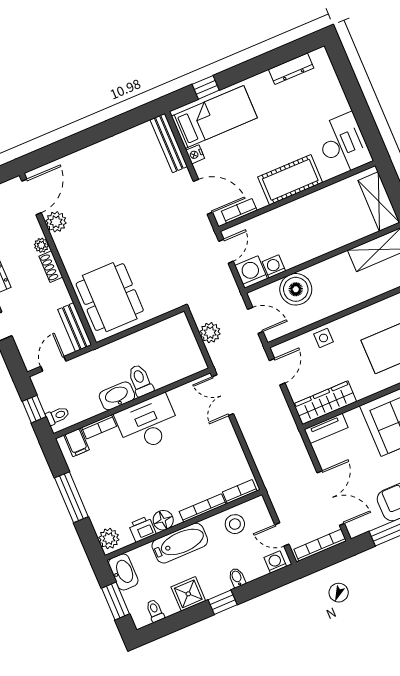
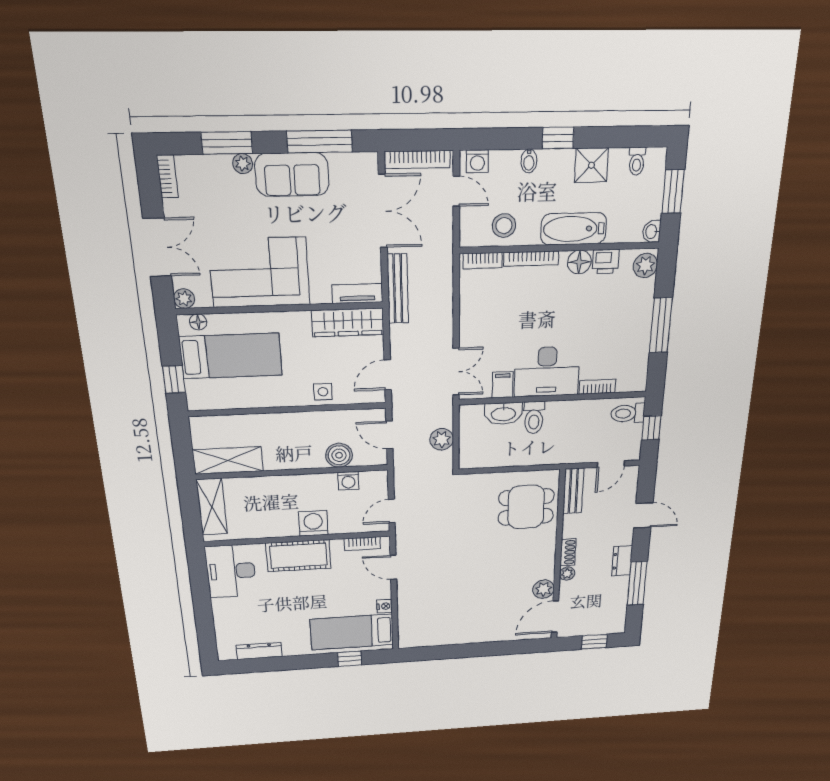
bench: (169, 143) -> (398, 289), moved
door: (203, 197) -> (393, 567), width x0.73
washing machine: (251, 272) -> (313, 523), moved, turned 180
boiler: (296, 289) -> (339, 455), width x0.73, depth x0.73
dining table: (110, 297) -> (526, 507), width x0.73
washbasin: (117, 396) -> (503, 414), moved
toilet: (57, 416) -> (628, 413), width x1.37, depth x1.39
filing cabinet: (77, 442) -> (503, 385), moved
double door: (331, 498) -> (383, 211), swing flipped
washbasin: (123, 572) -> (652, 231), width x0.52, depth x0.69

